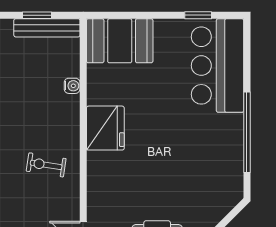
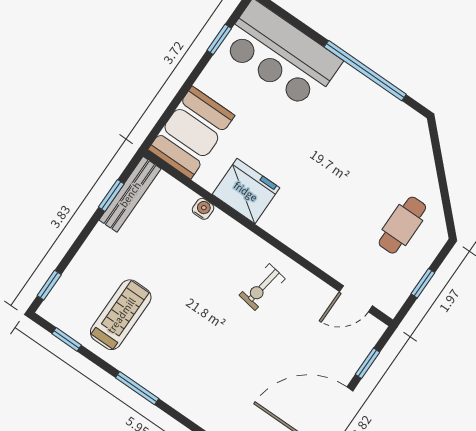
fridge: (105, 128) -> (246, 191), moved

